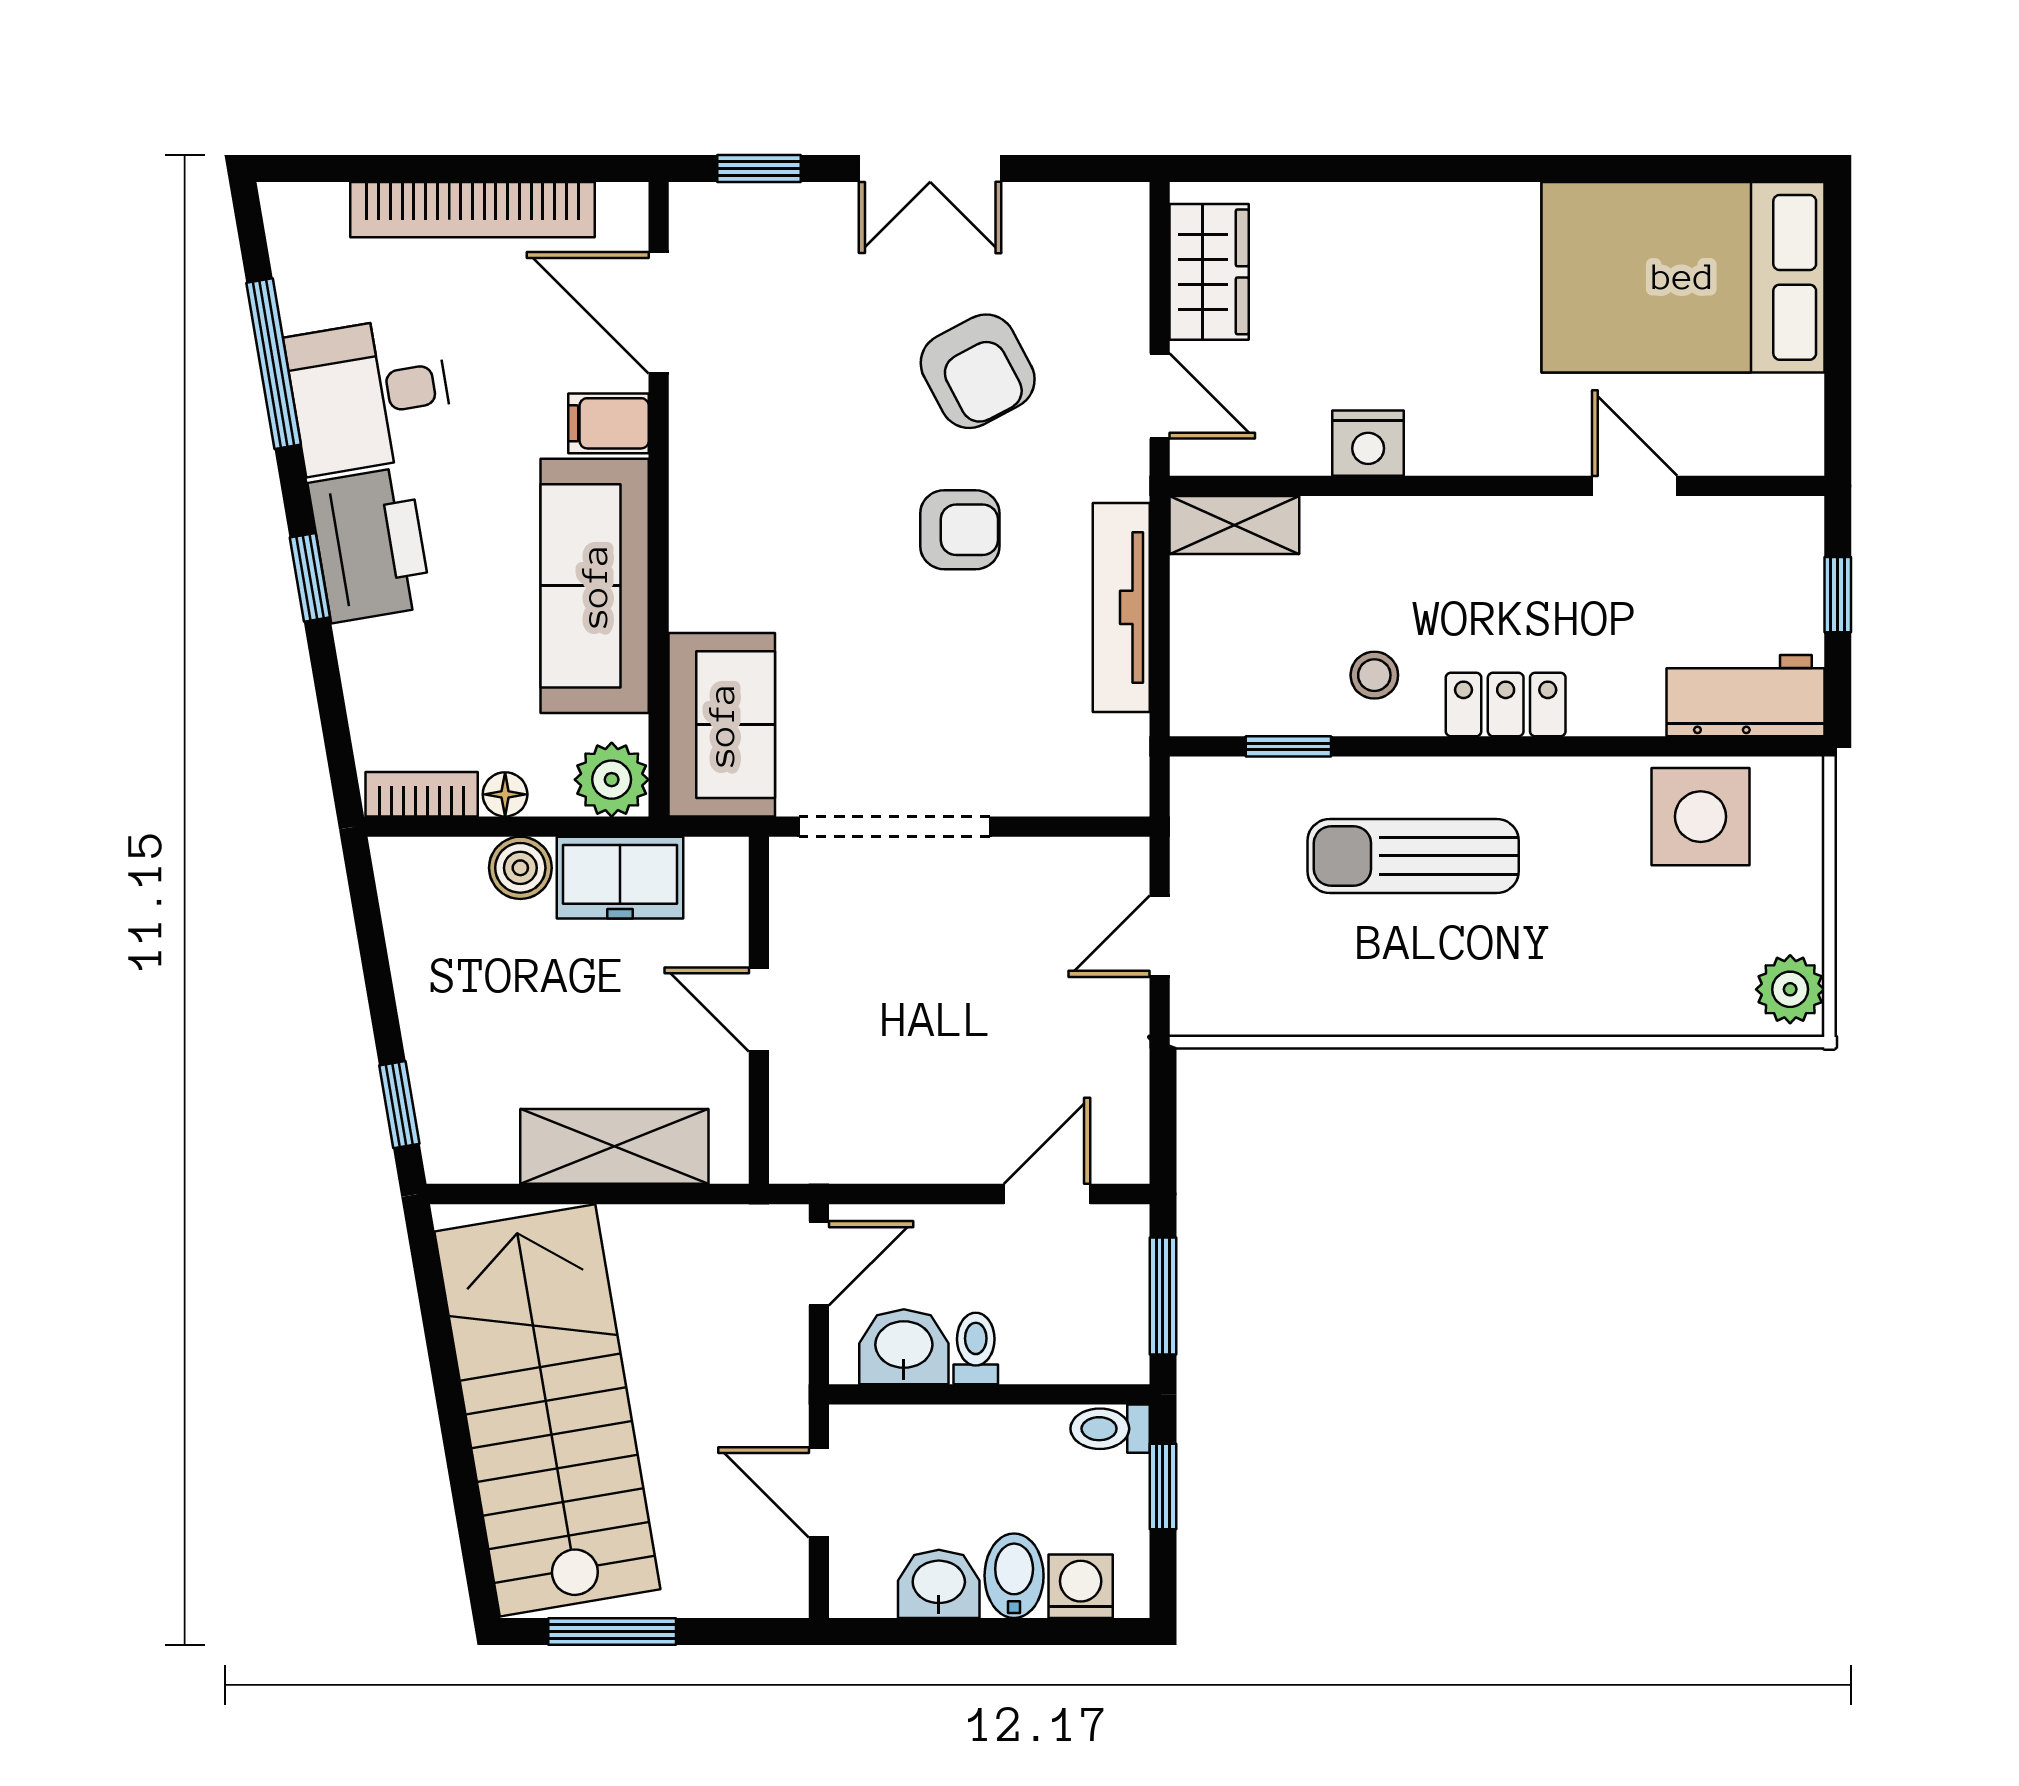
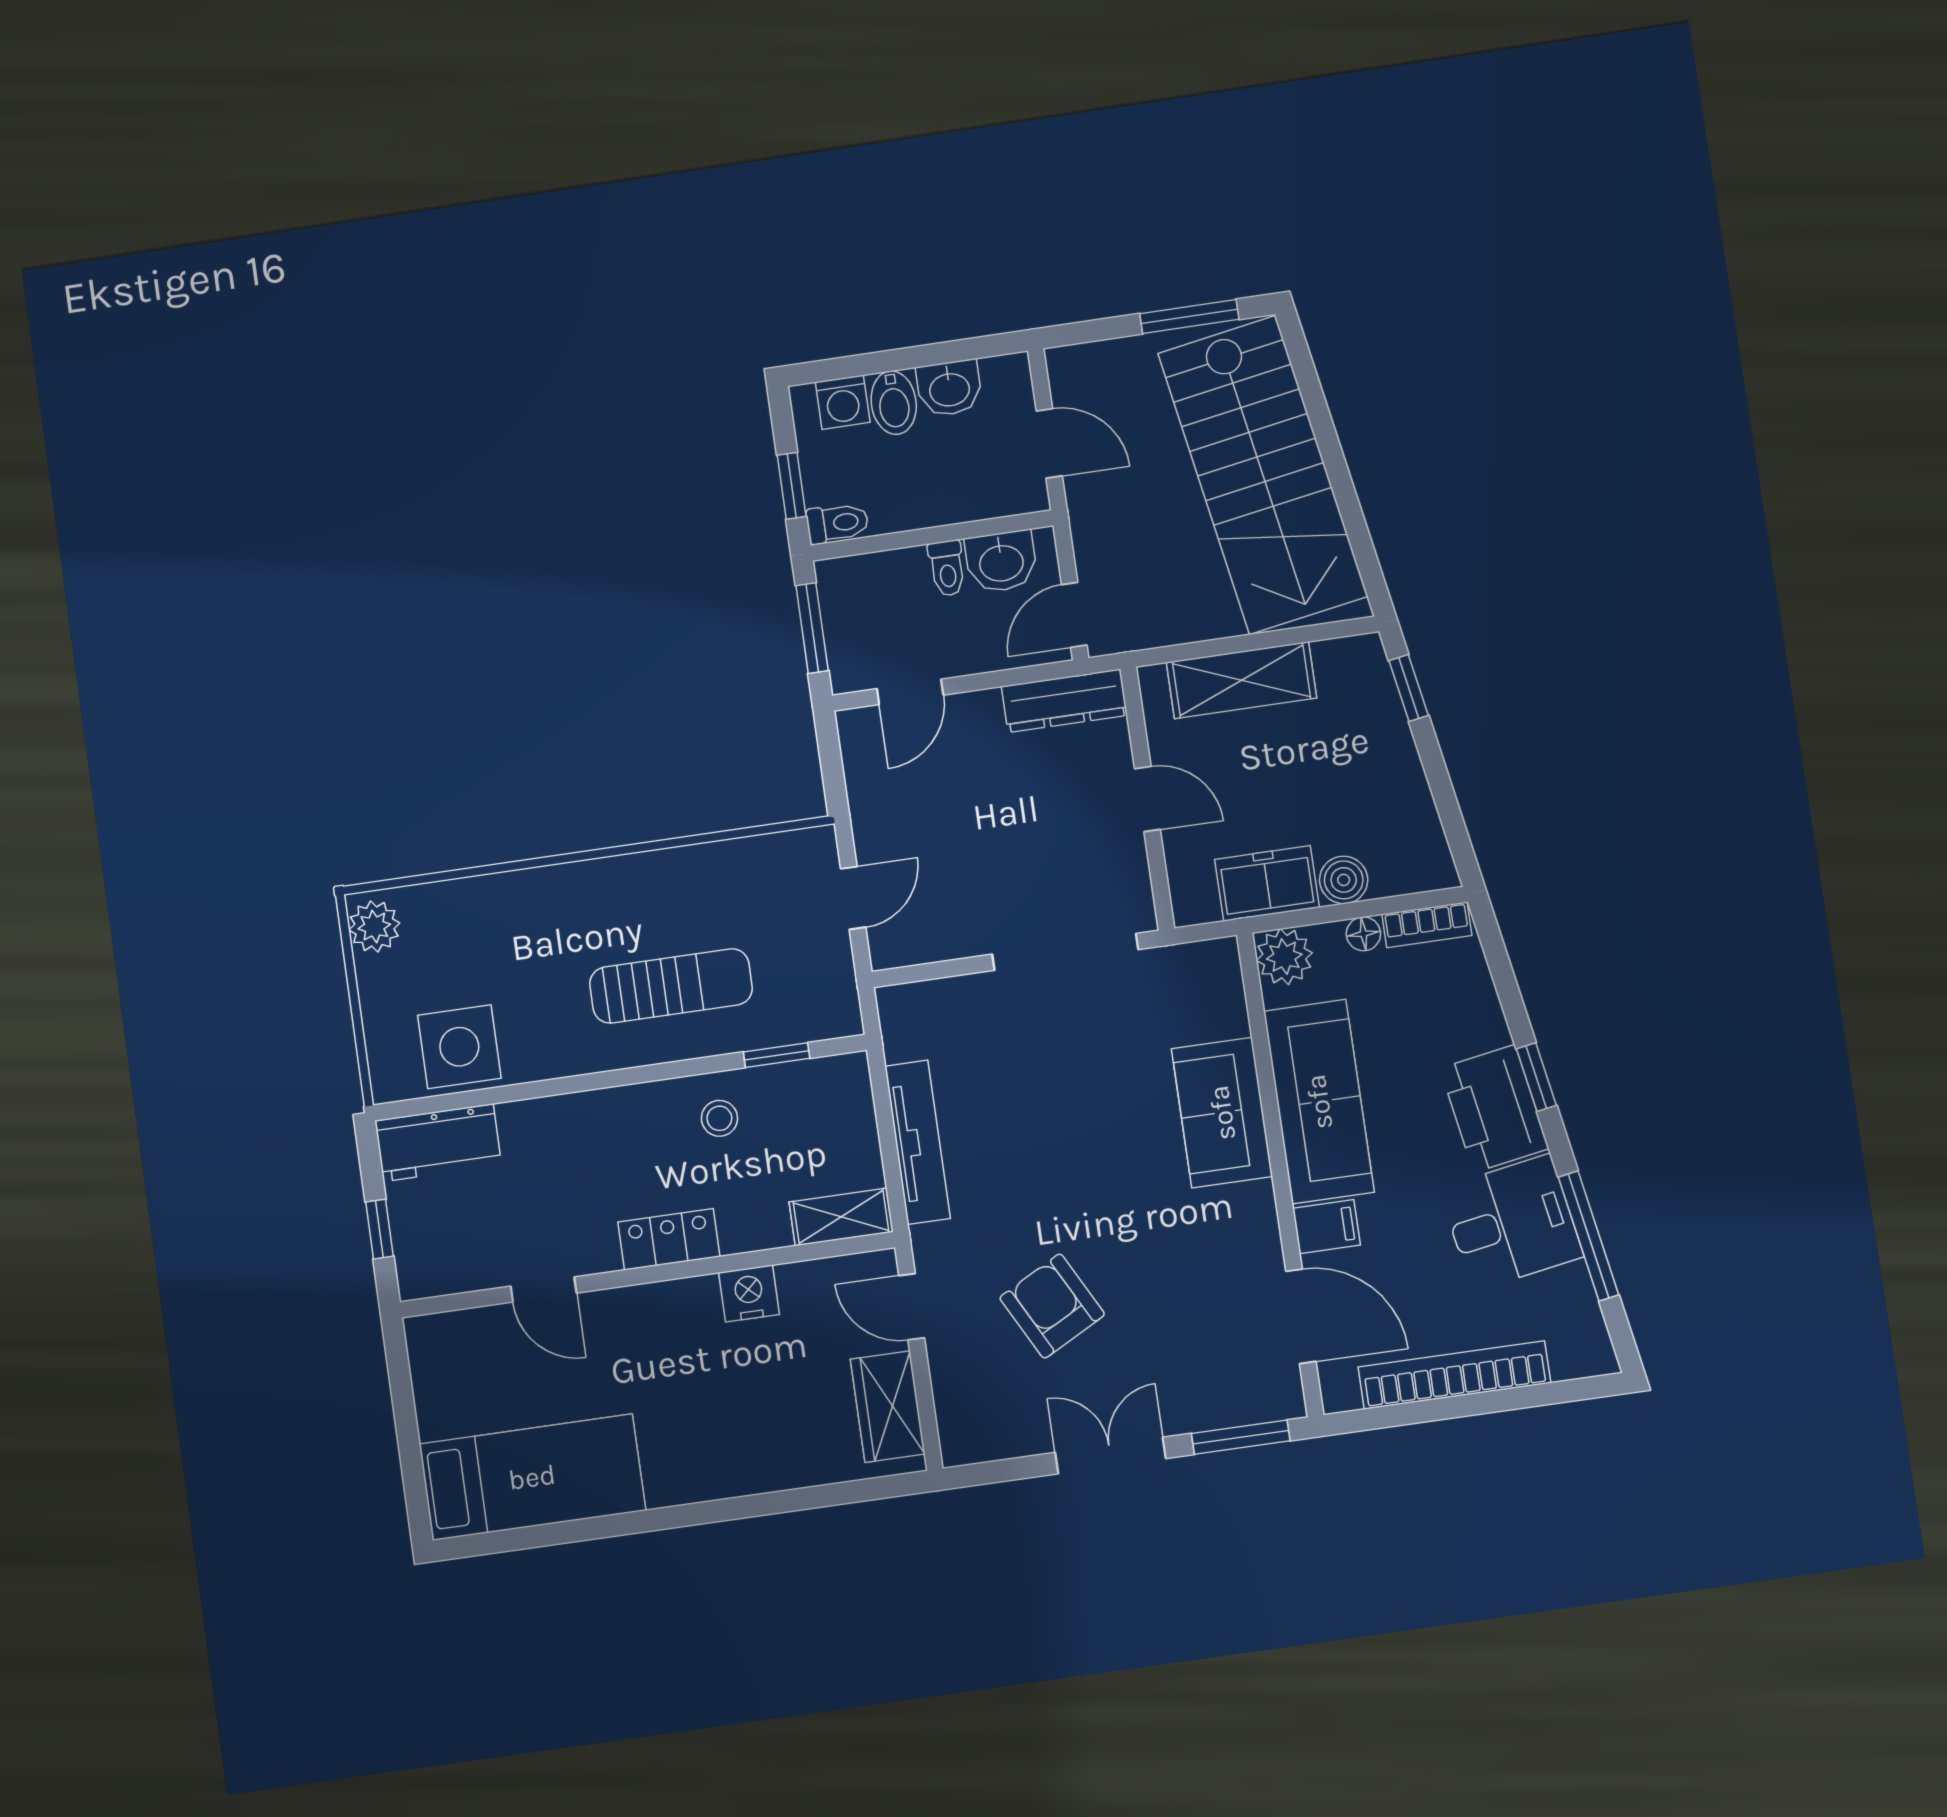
window: (759, 169) -> (1241, 1437), width x1.50
bed: (1683, 277) -> (532, 1477), width x0.67
armchair: (960, 530) -> (1048, 1184), removed
locker: (1506, 704) -> (669, 1239), moved, turned 180
sofa: (722, 725) -> (1222, 1113), moved
dresser: (848, 1153) -> (1064, 701), added

